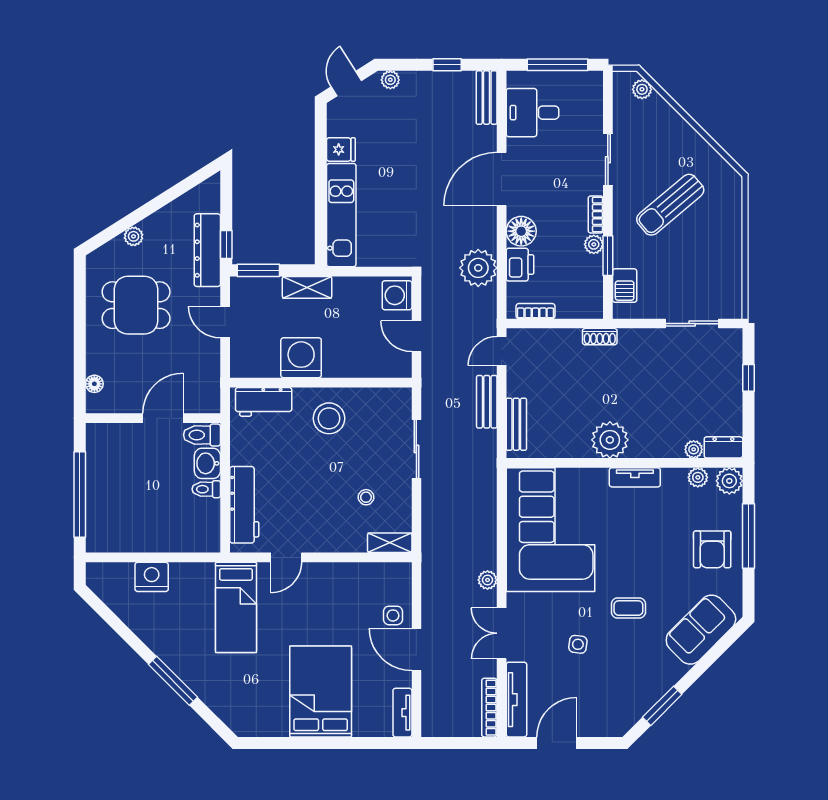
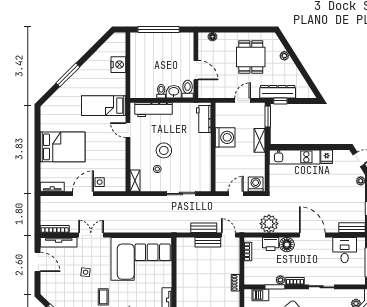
stool: (329, 418) -> (164, 150), moved
bench: (516, 424) -> (208, 242), moved
plant: (610, 440) -> (185, 288), removed
plant: (488, 580) -> (117, 228), removed

